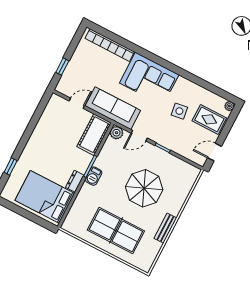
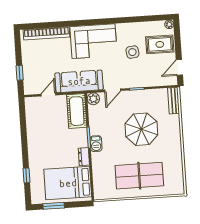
window: (19, 210) -> (54, 206), added
bench: (165, 228) -> (174, 101), moved

